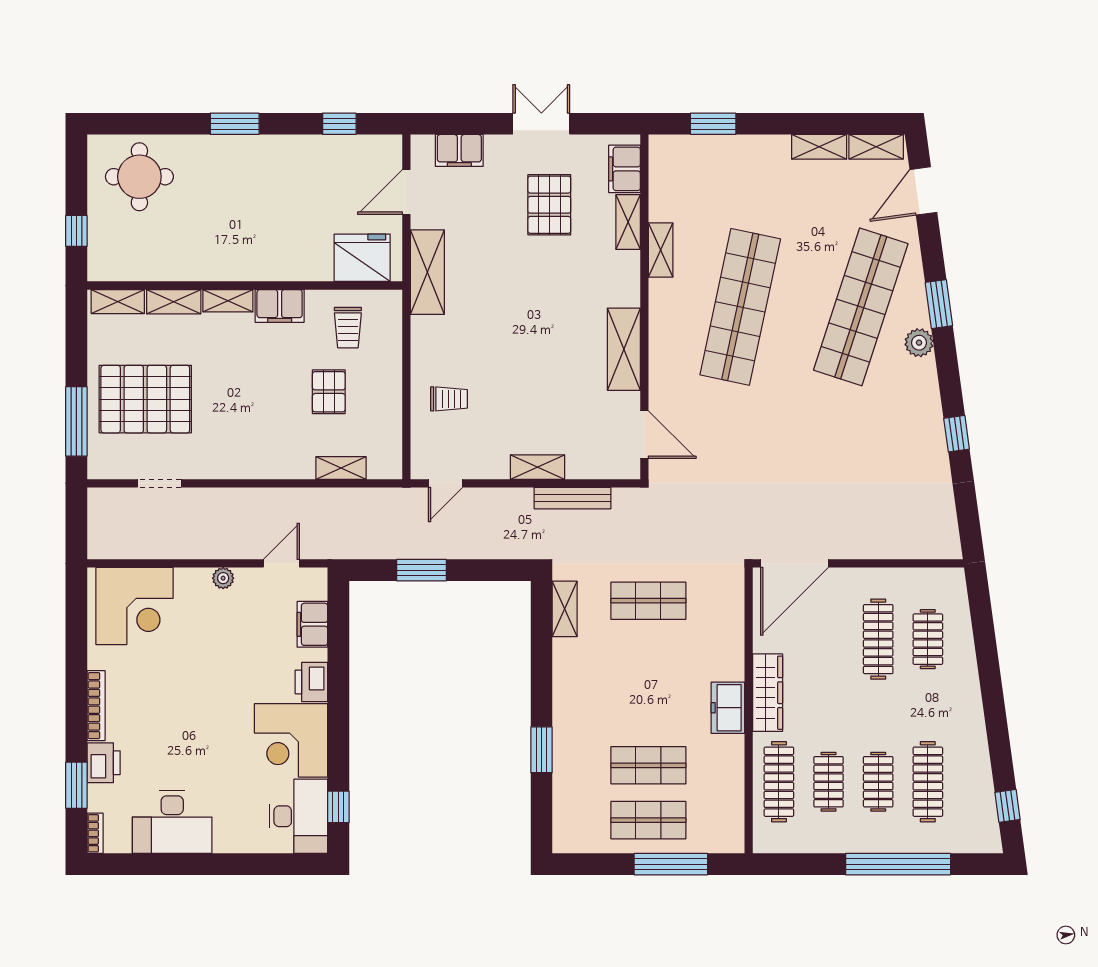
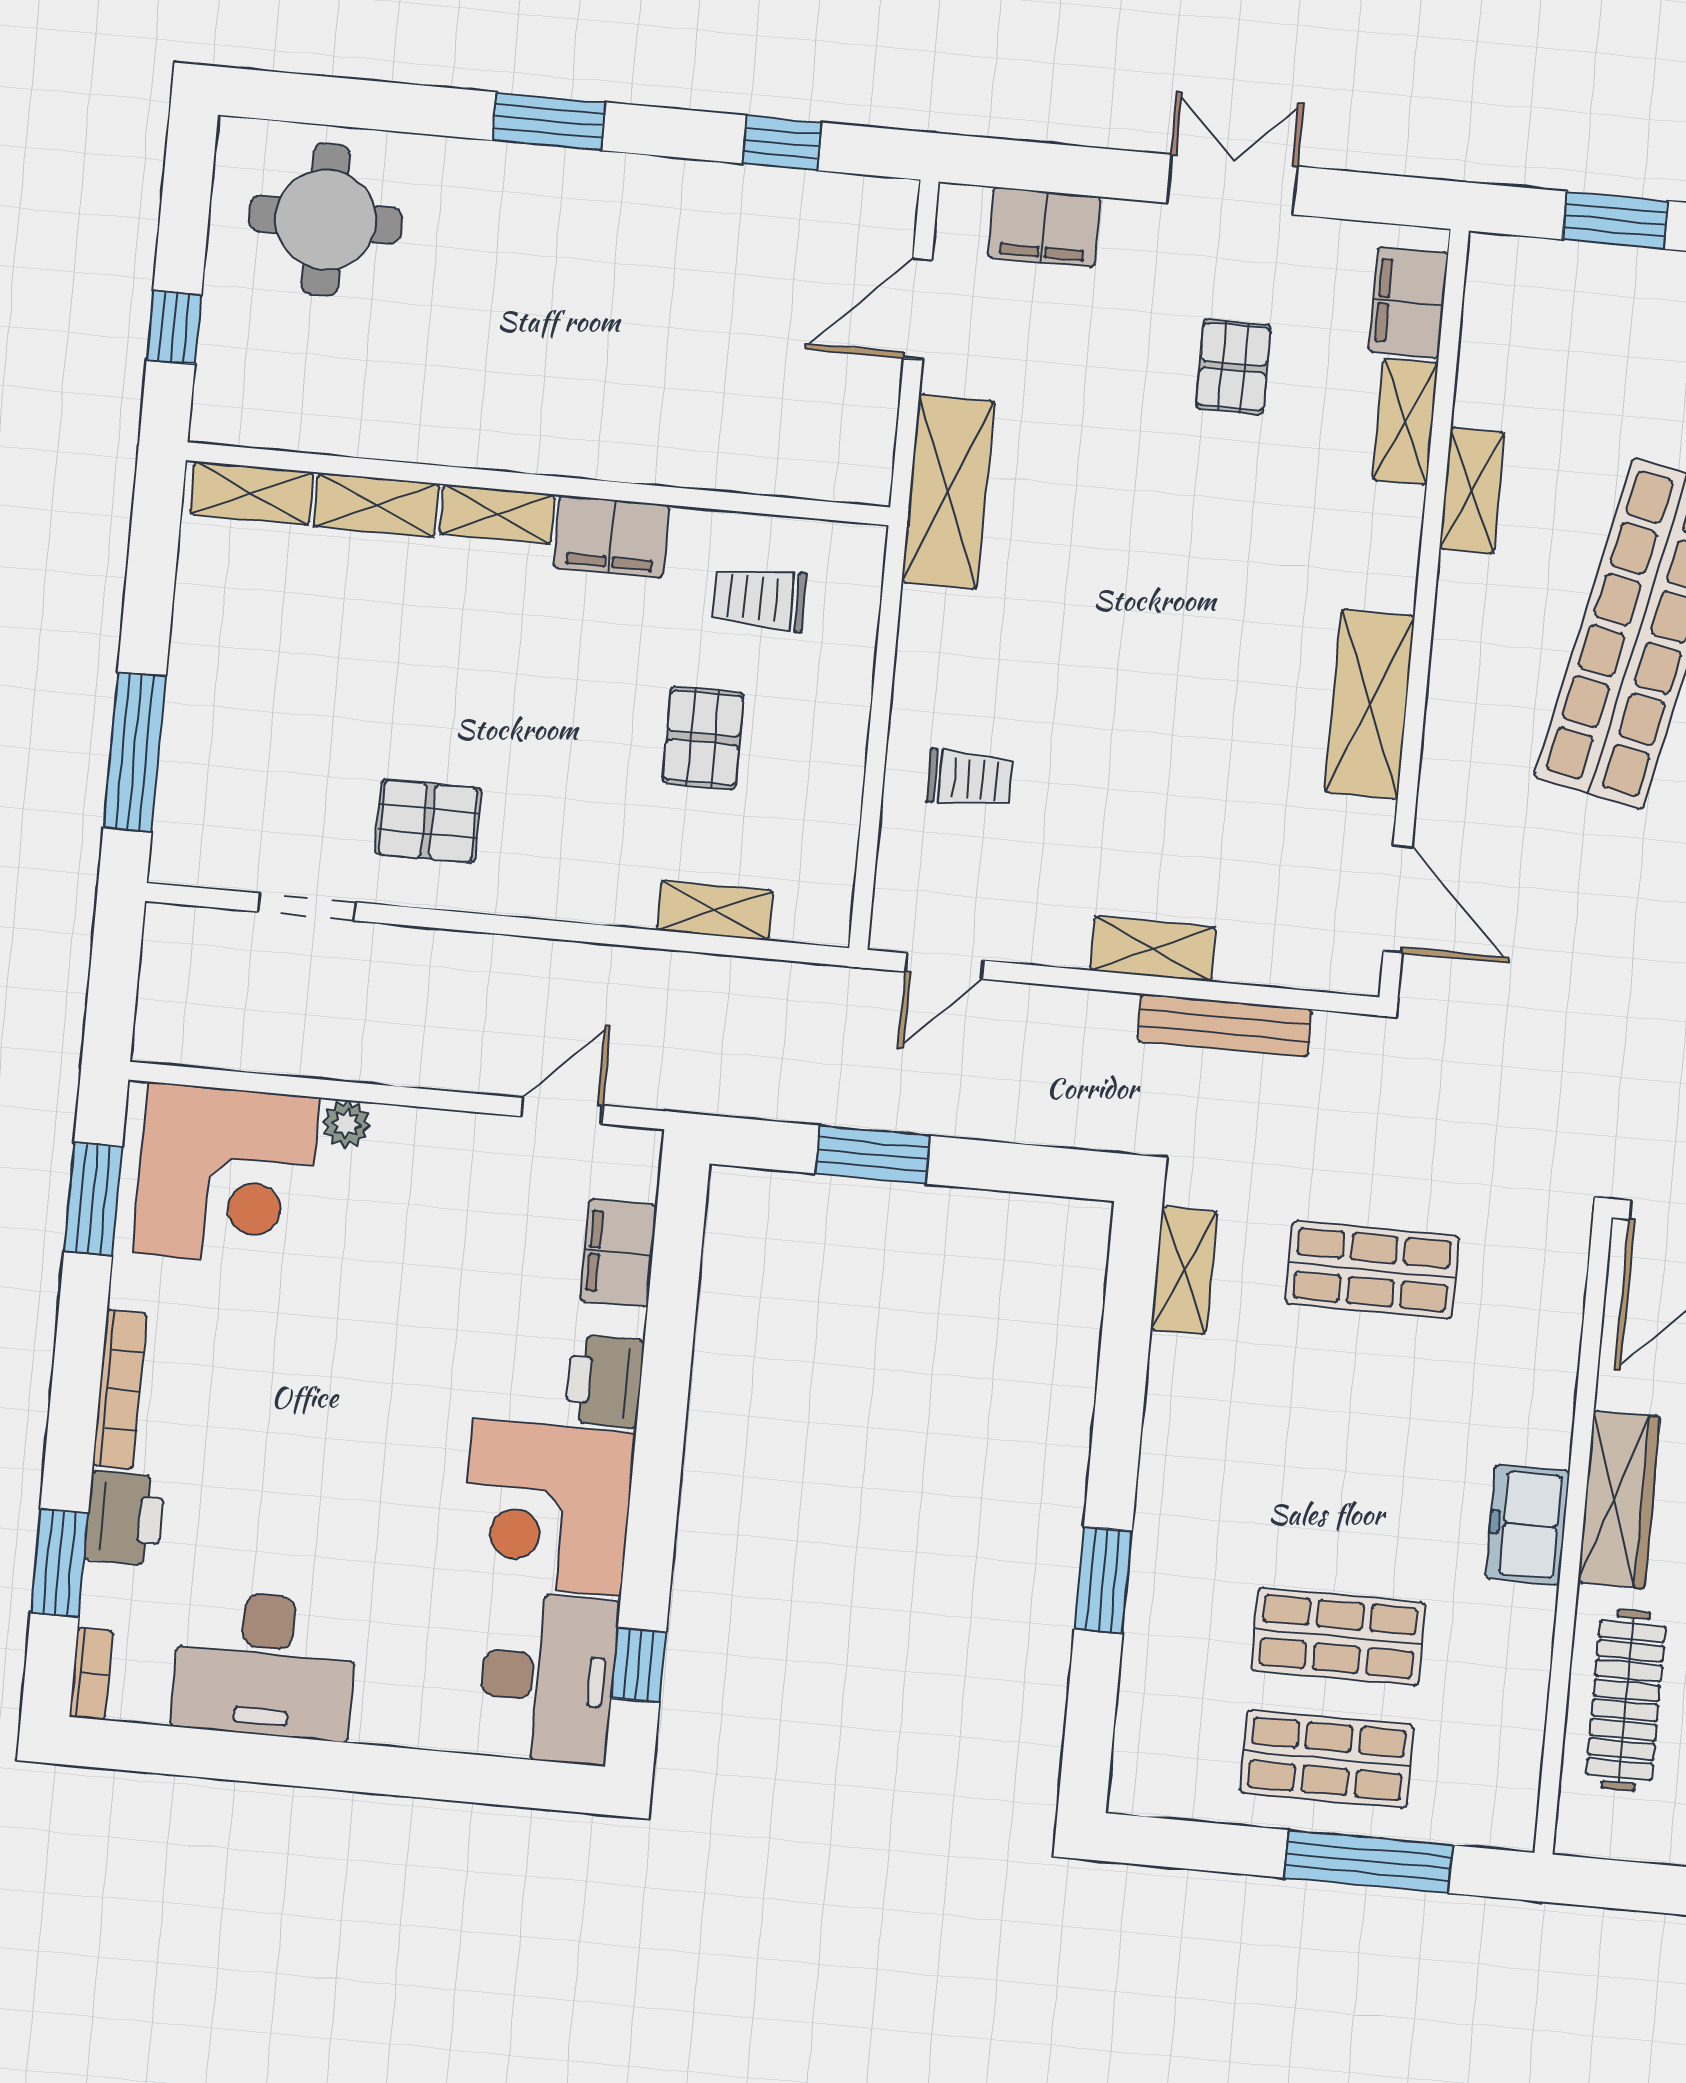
pallet: (549, 205) -> (1233, 367), width x0.67, depth x0.71
fridge: (362, 258) -> (805, 446), removed
trolley: (348, 328) -> (759, 599), turned 90
pallet: (145, 399) -> (428, 821), moved, width x0.49, depth x0.50
plant: (223, 578) -> (346, 1124), moved
window: (76, 622) -> (93, 1199), added

